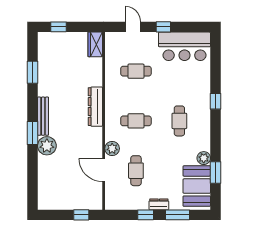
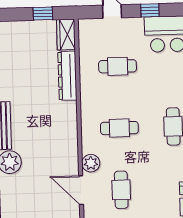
window: (59, 27) -> (43, 14), moved
dresser: (95, 107) -> (67, 76), moved

